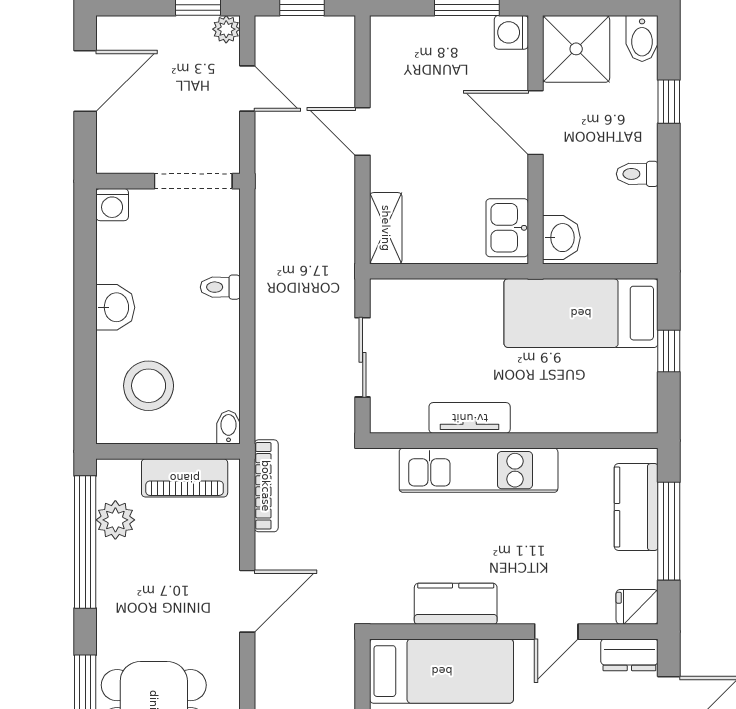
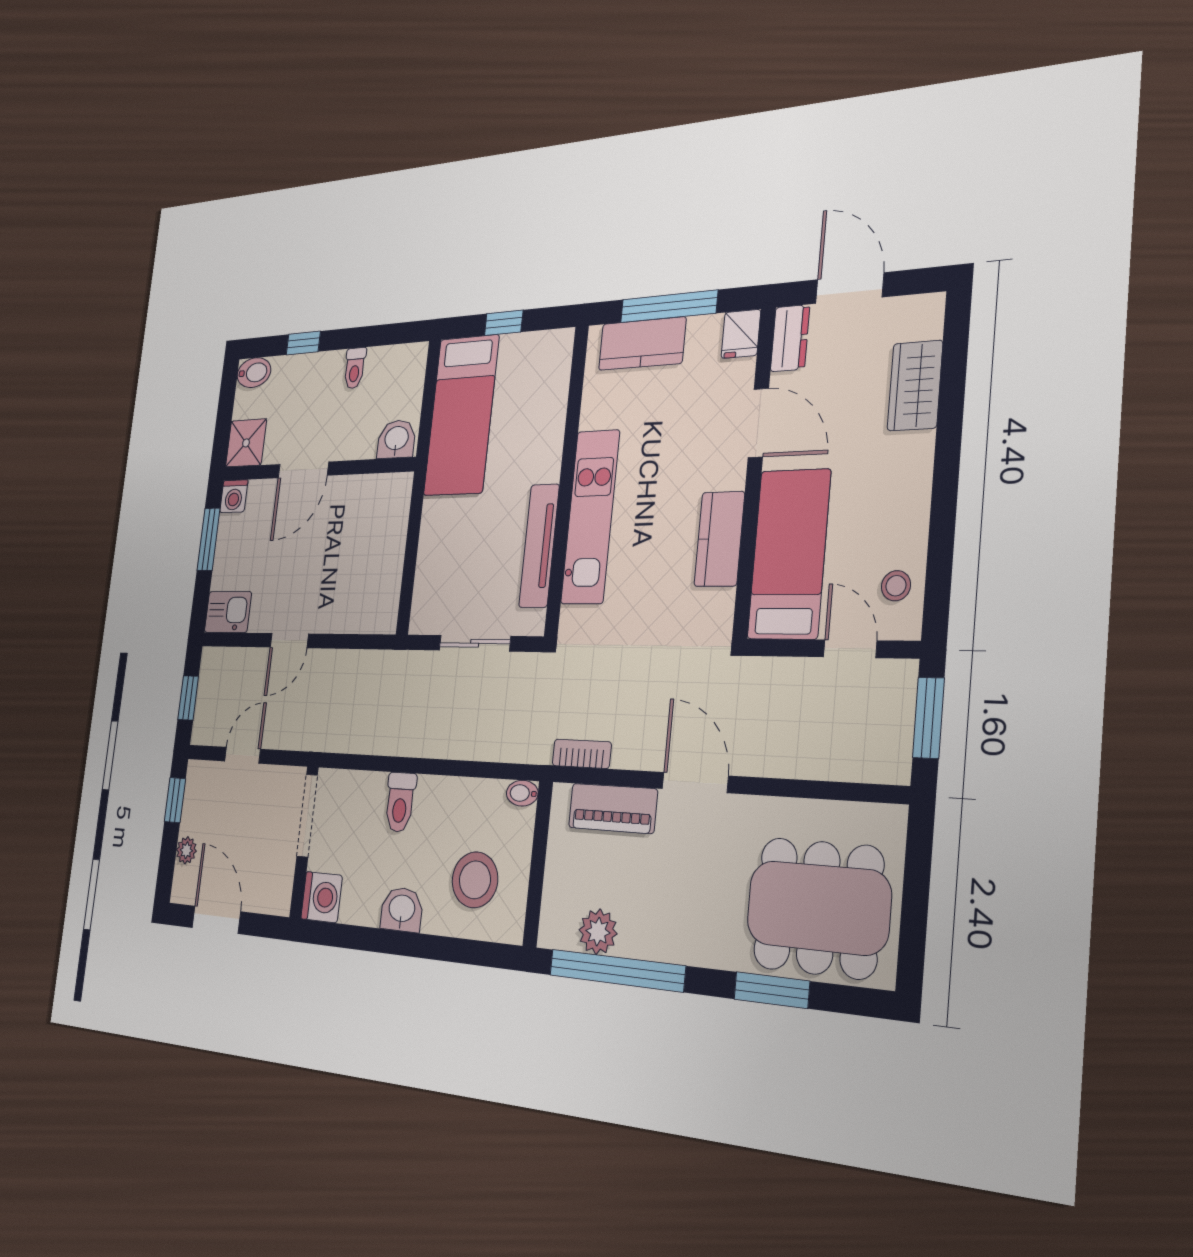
plant: (226, 29) -> (186, 850), moved
shower: (576, 49) -> (246, 443), width x0.73, depth x0.73
washing machine: (112, 205) -> (321, 897), width x1.38, depth x1.38
shelving: (386, 228) -> (368, 618), removed
kitchen sink: (507, 228) -> (228, 612), moved, turned 180
toilet: (220, 287) -> (400, 802), width x1.37, depth x1.39
tv unit: (470, 418) -> (539, 546), width x1.41
piano: (185, 478) -> (613, 808), moved, turned 90
bookcase: (266, 486) -> (582, 754), width x0.64
door: (556, 632) -> (758, 423), width x1.38

